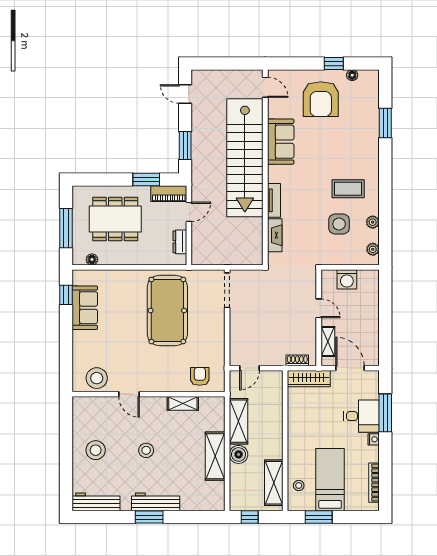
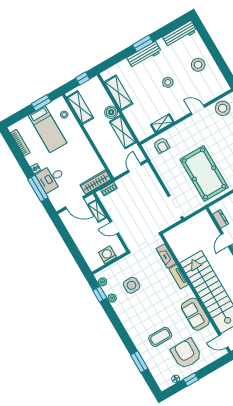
coffee table: (348, 189) -> (160, 337), moved
window: (385, 236) -> (100, 294), added
shelving: (215, 456) -> (119, 93), moved

